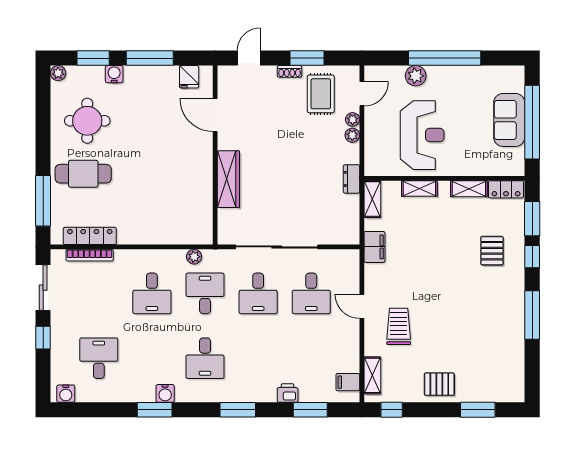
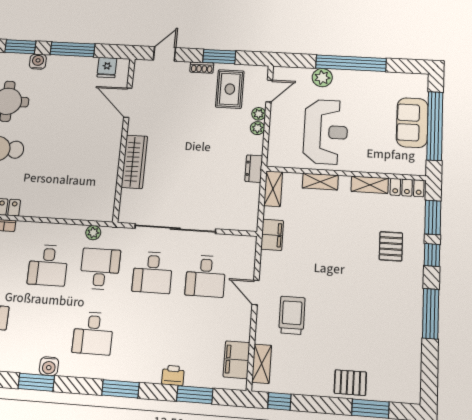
filing cabinet: (348, 382) -> (237, 360), width x2.00
pallet: (439, 384) -> (350, 383), moved

